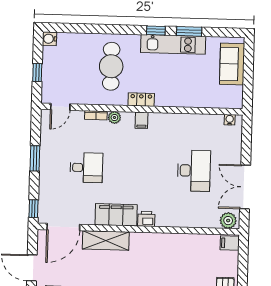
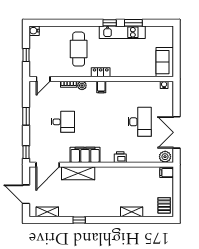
sofa: (232, 64) -> (165, 62), moved
printer: (146, 219) -> (120, 157), moved

